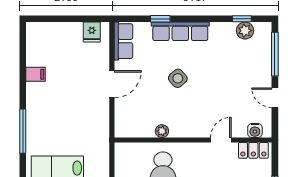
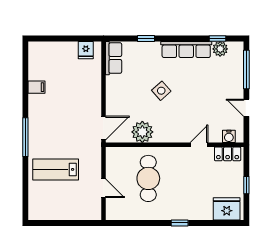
row of seats: (180, 31) -> (186, 50), moved
door: (112, 84) -> (103, 128), moved
plant: (162, 131) -> (142, 132), width x1.87, depth x1.87

